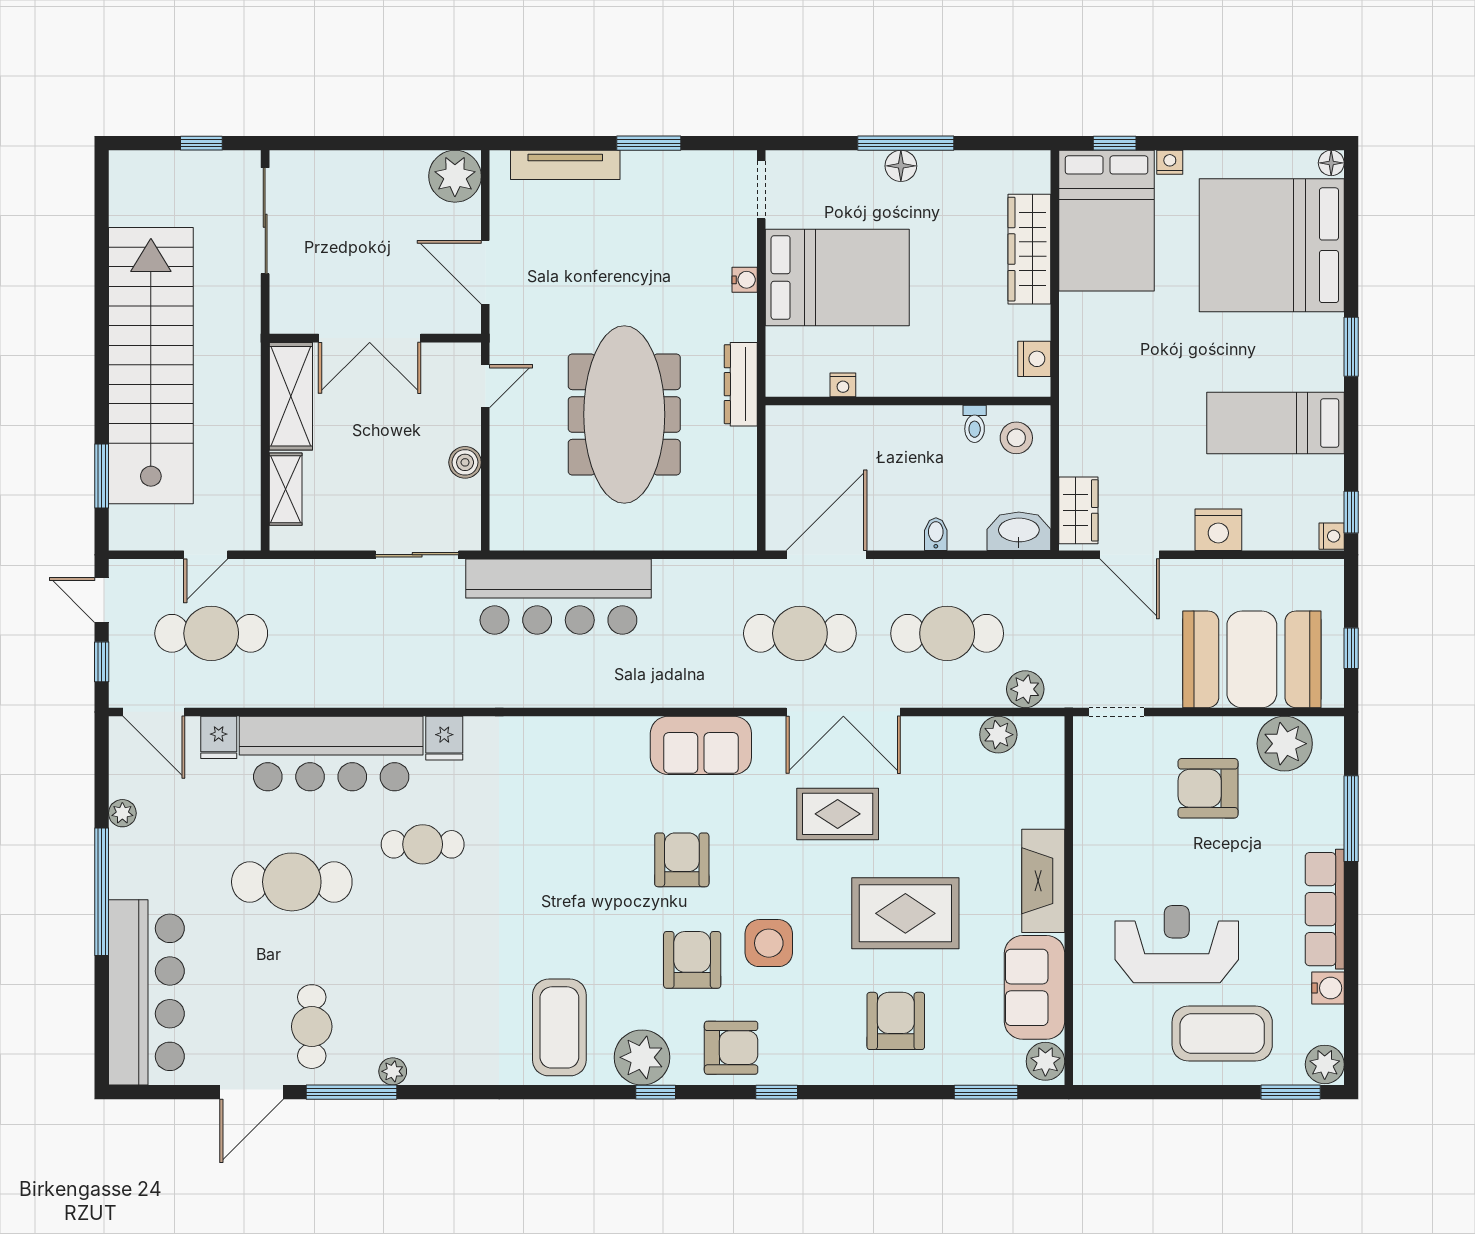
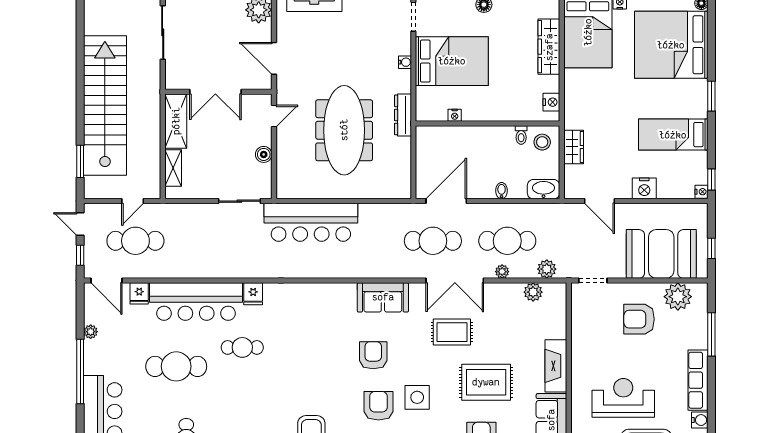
wardrobe: (1078, 510) -> (574, 147), moved
plant: (937, 694) -> (502, 272), added

